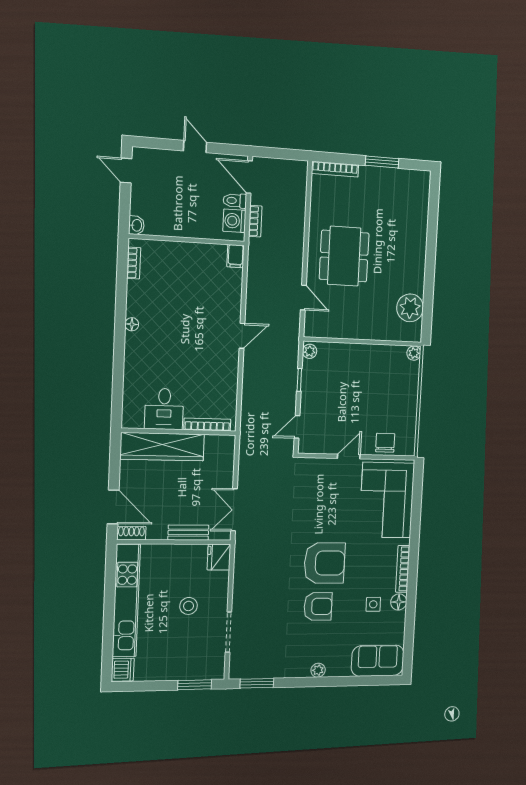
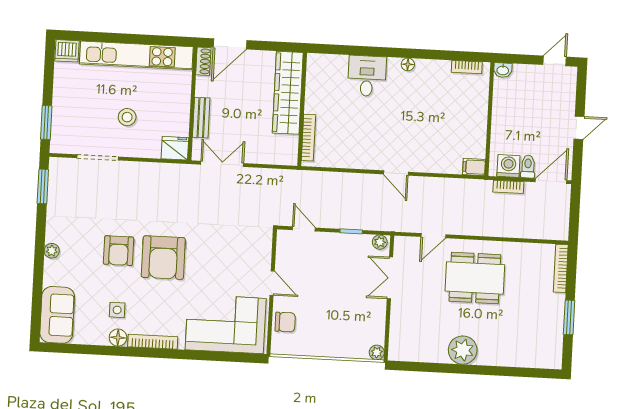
plant: (410, 308) -> (463, 350), moved
double door: (344, 341) -> (390, 278), added
desk: (164, 409) -> (367, 76), moved, turned 90

